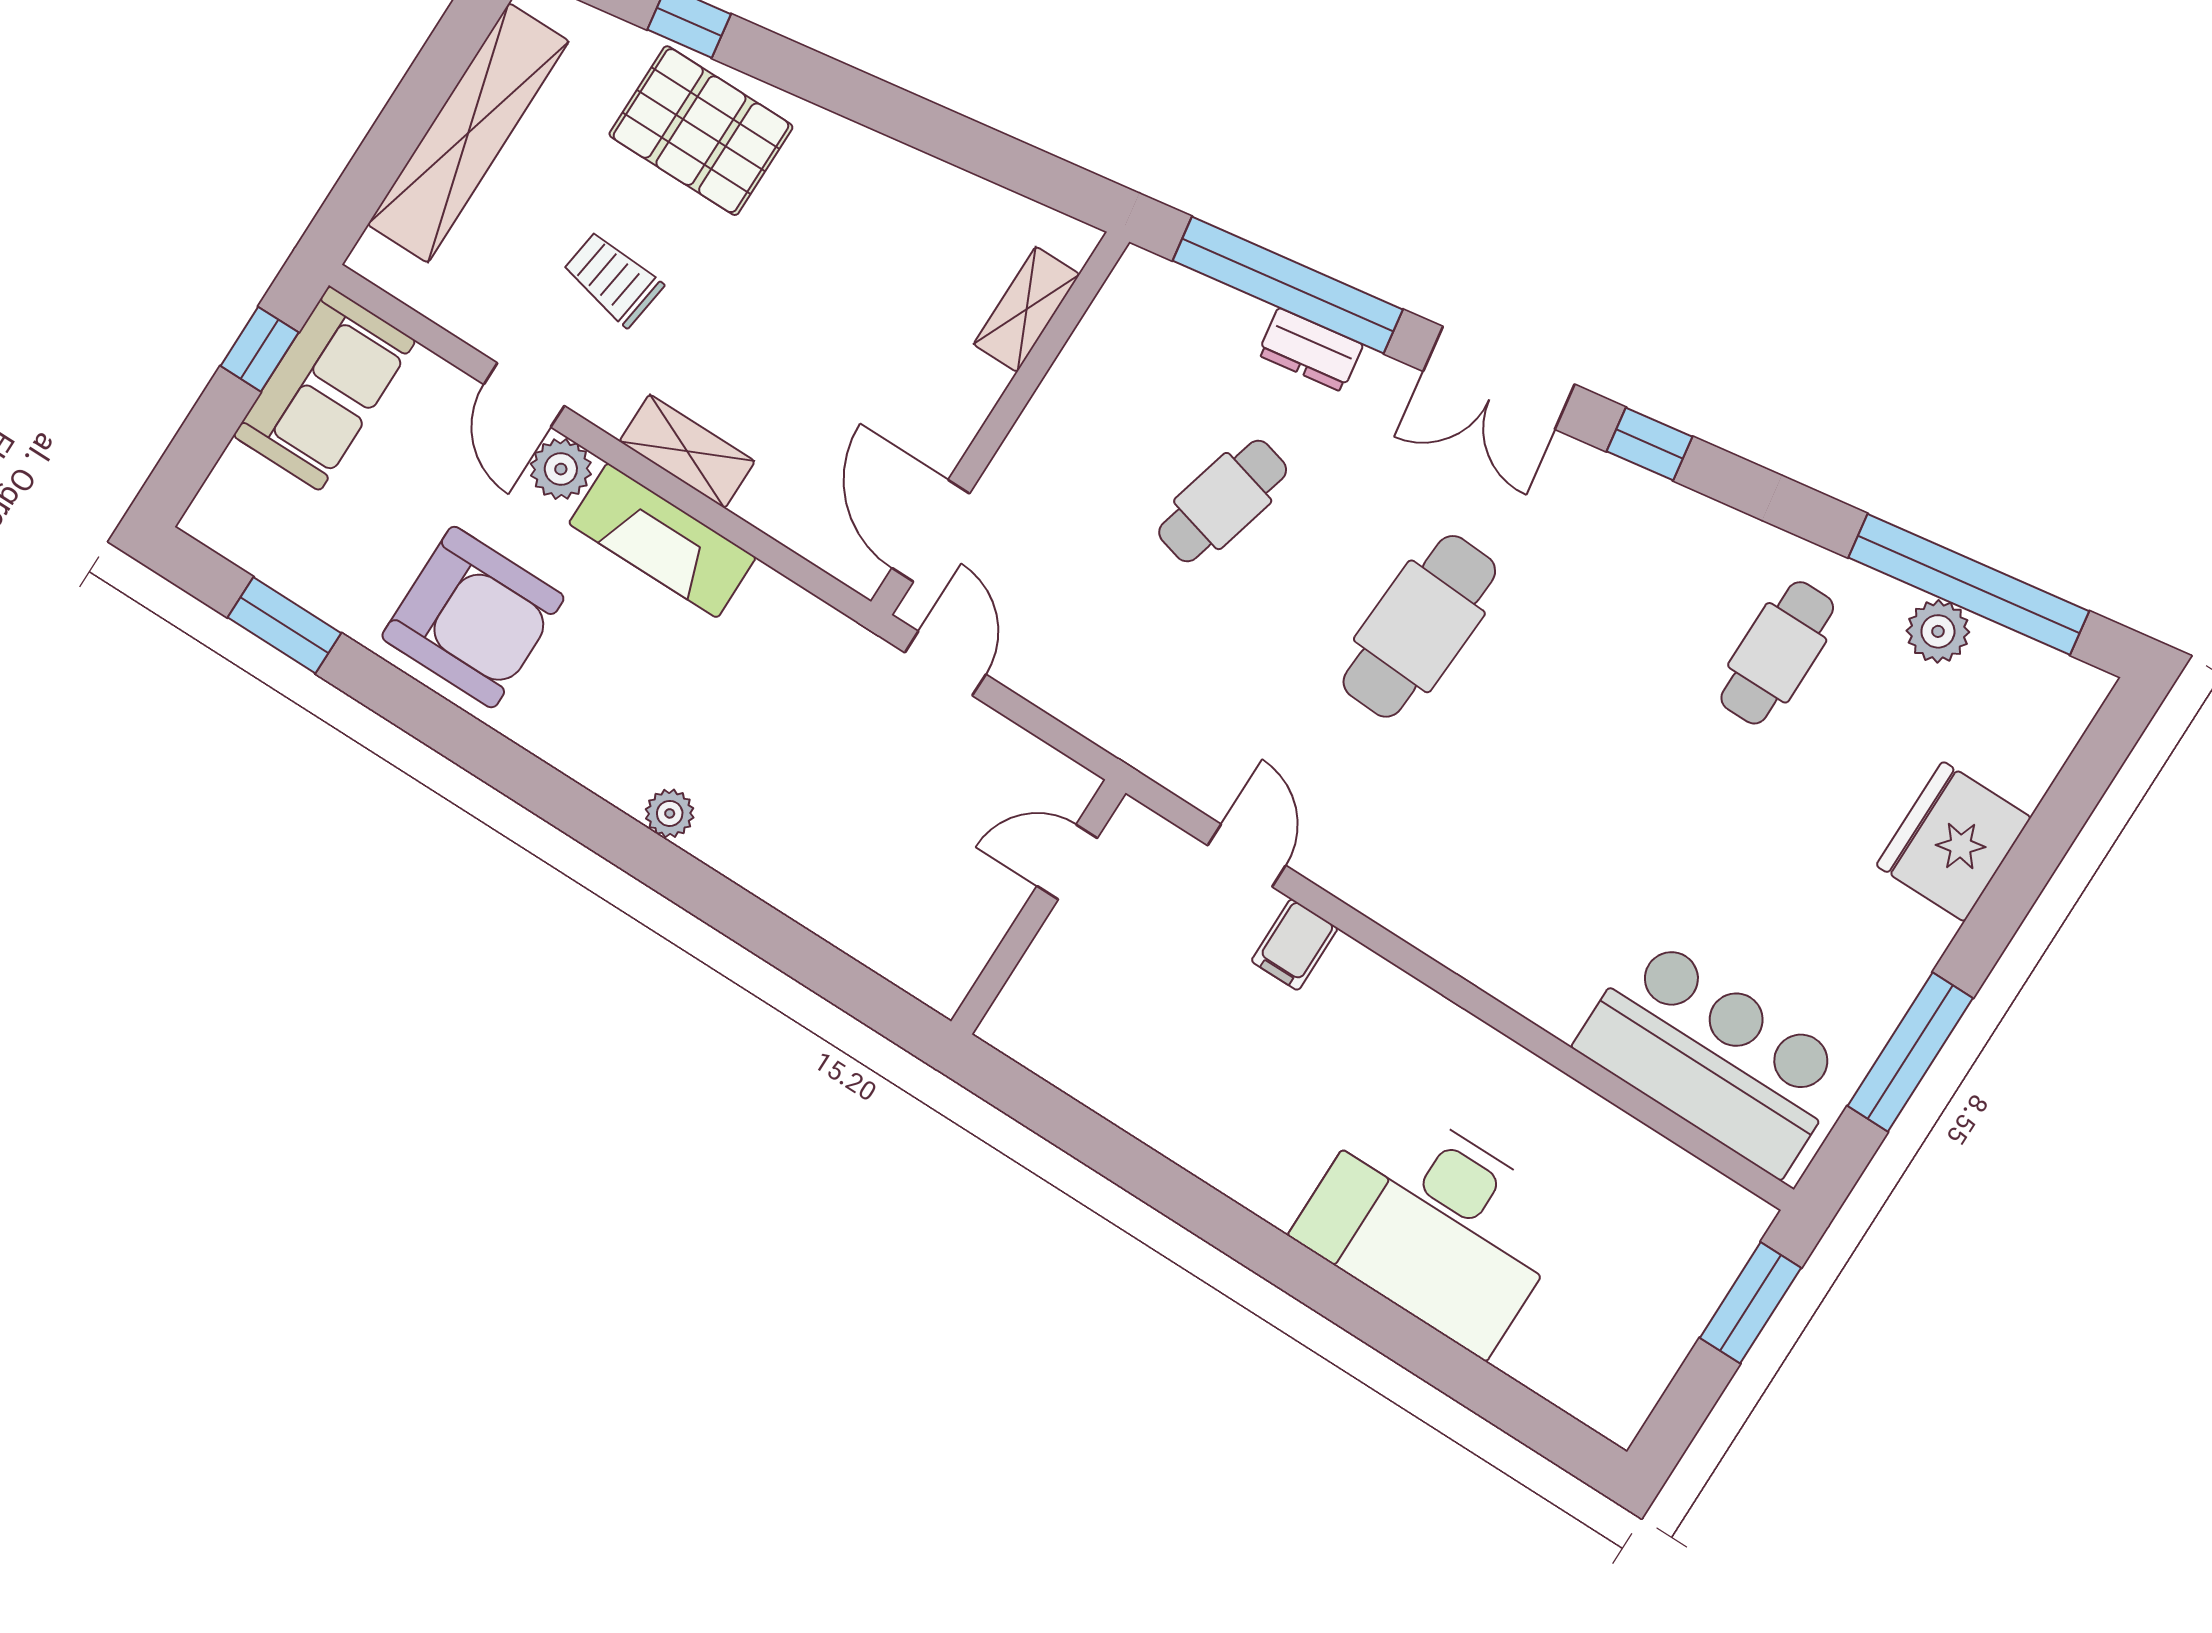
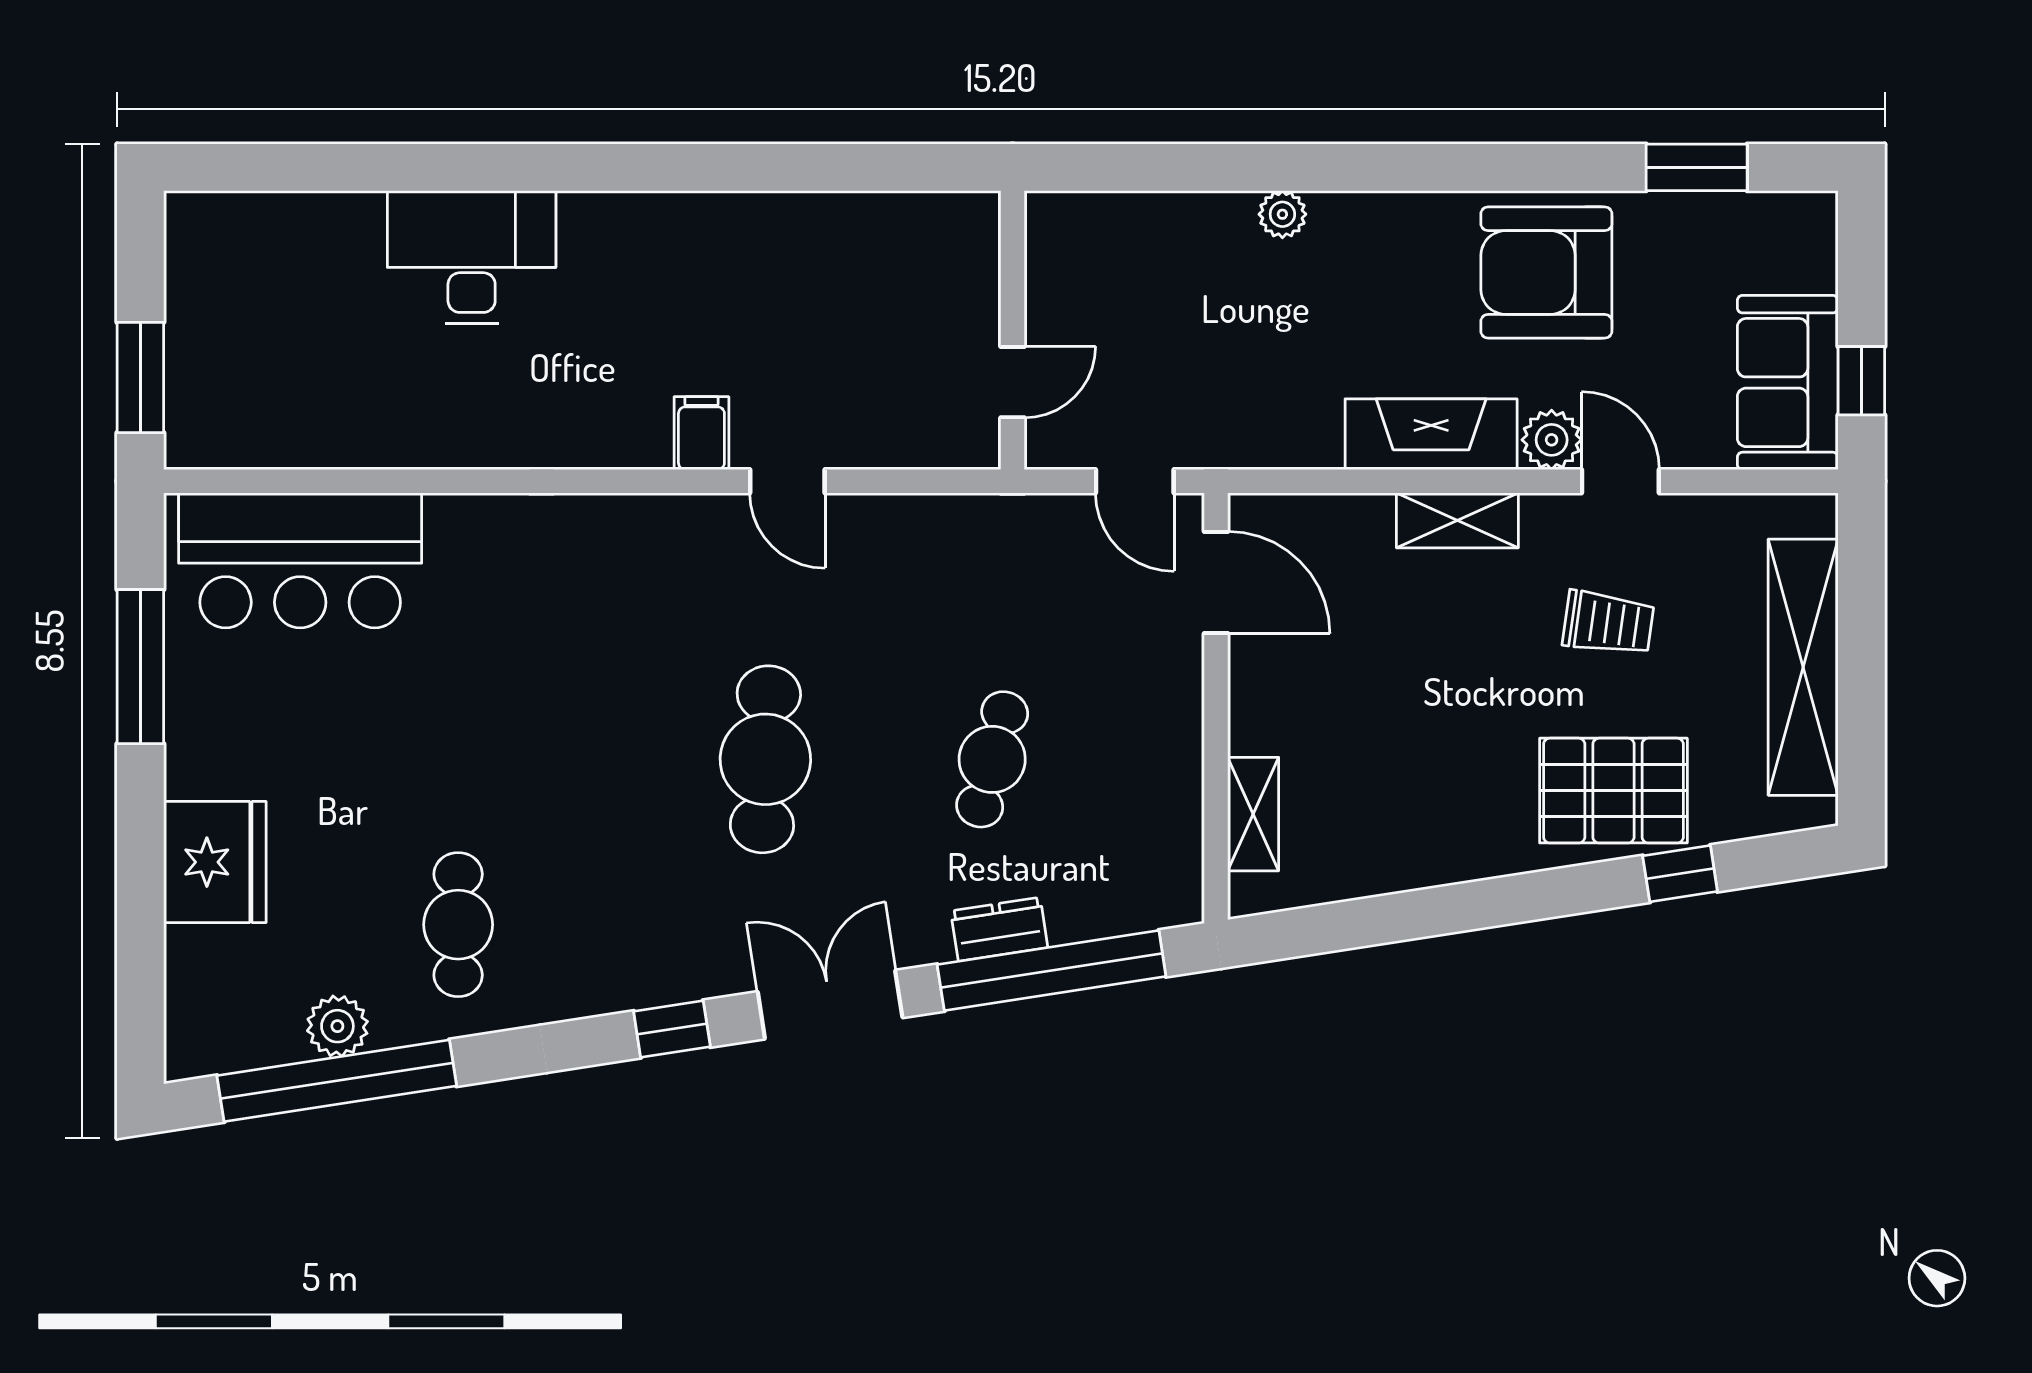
door: (1067, 862) -> (1012, 382), moved
wall: (1038, 907) -> (1012, 330), moved
desk: (1434, 1224) -> (472, 257), width x0.73, depth x0.77

